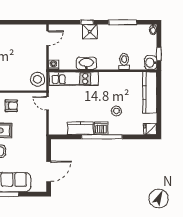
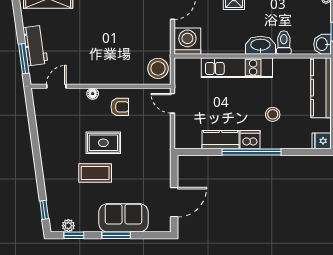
washbasin: (86, 63) -> (260, 45), moved
washing machine: (53, 65) -> (187, 41), width x1.89, depth x1.89
kitchen unit: (74, 79) -> (237, 68), moved

